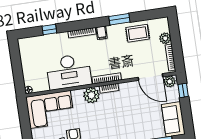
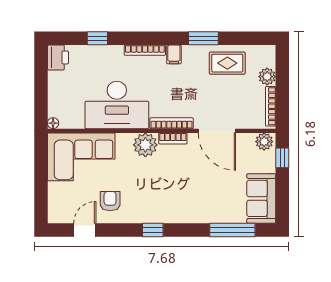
printer: (25, 46) -> (58, 57), added
door: (150, 77) -> (217, 131), moved

